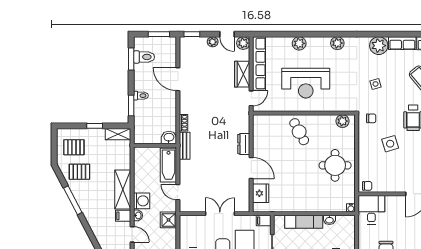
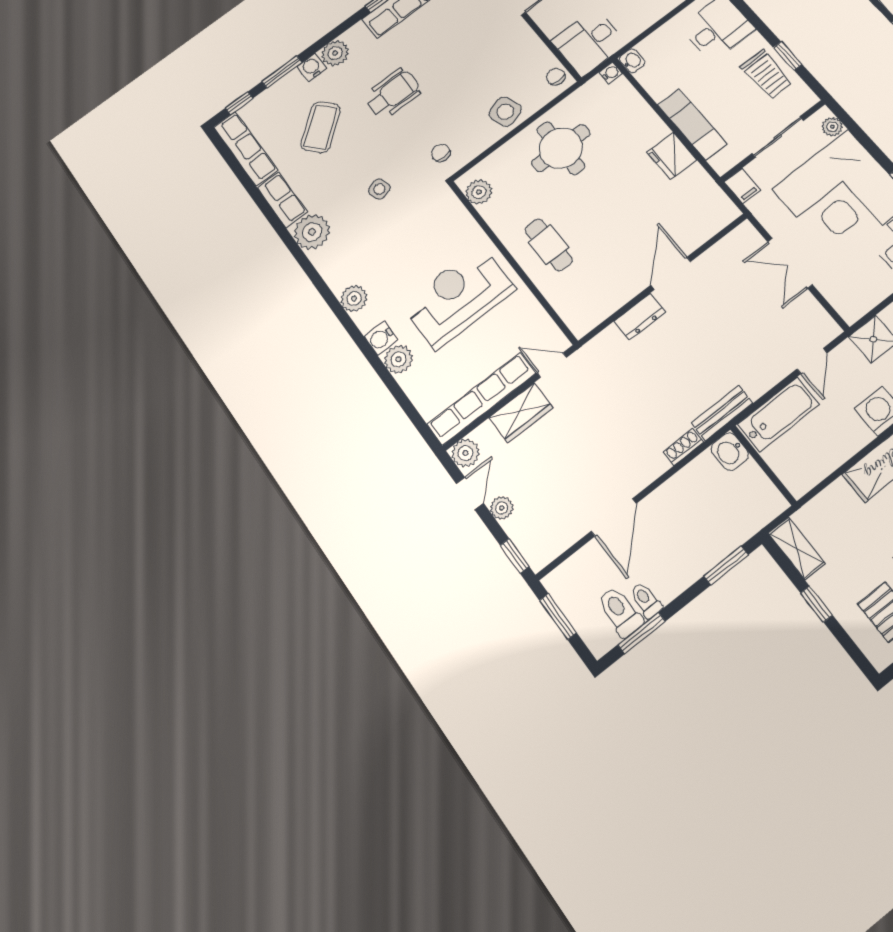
water cooler: (313, 42) -> (381, 338), added
reception desk: (306, 83) -> (458, 297), turned -90
toilet: (141, 96) -> (646, 600), moved
cafe table: (299, 132) -> (549, 245), turned -62
side table: (390, 144) -> (505, 112), moved
fridge: (261, 193) -> (672, 156), moved, turned -90
washbasin: (329, 220) -> (632, 61), moved

